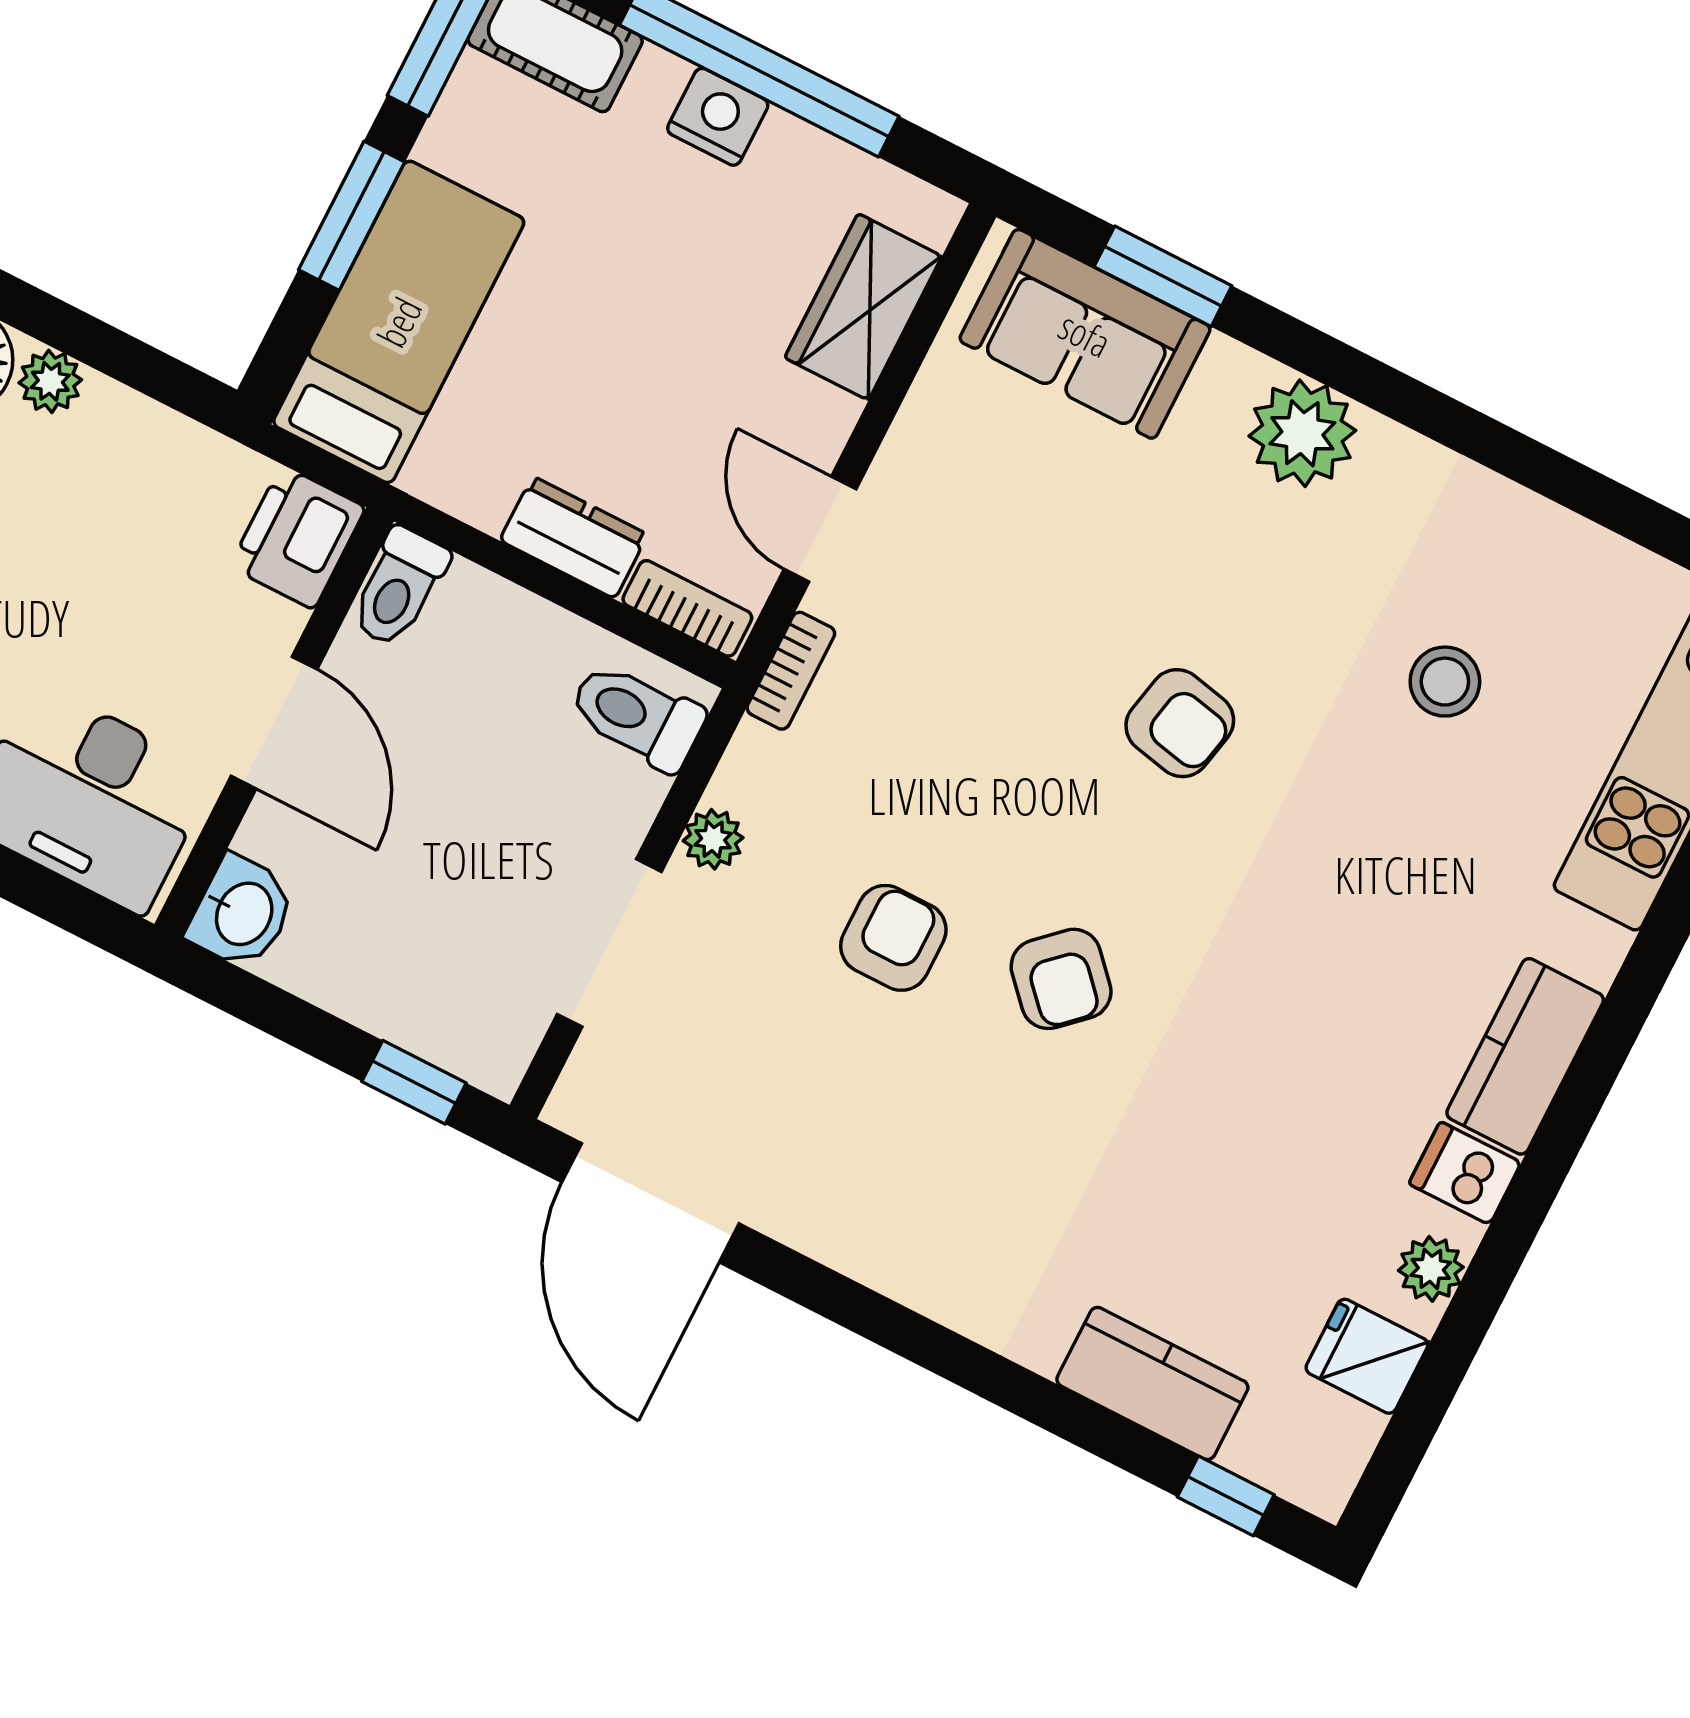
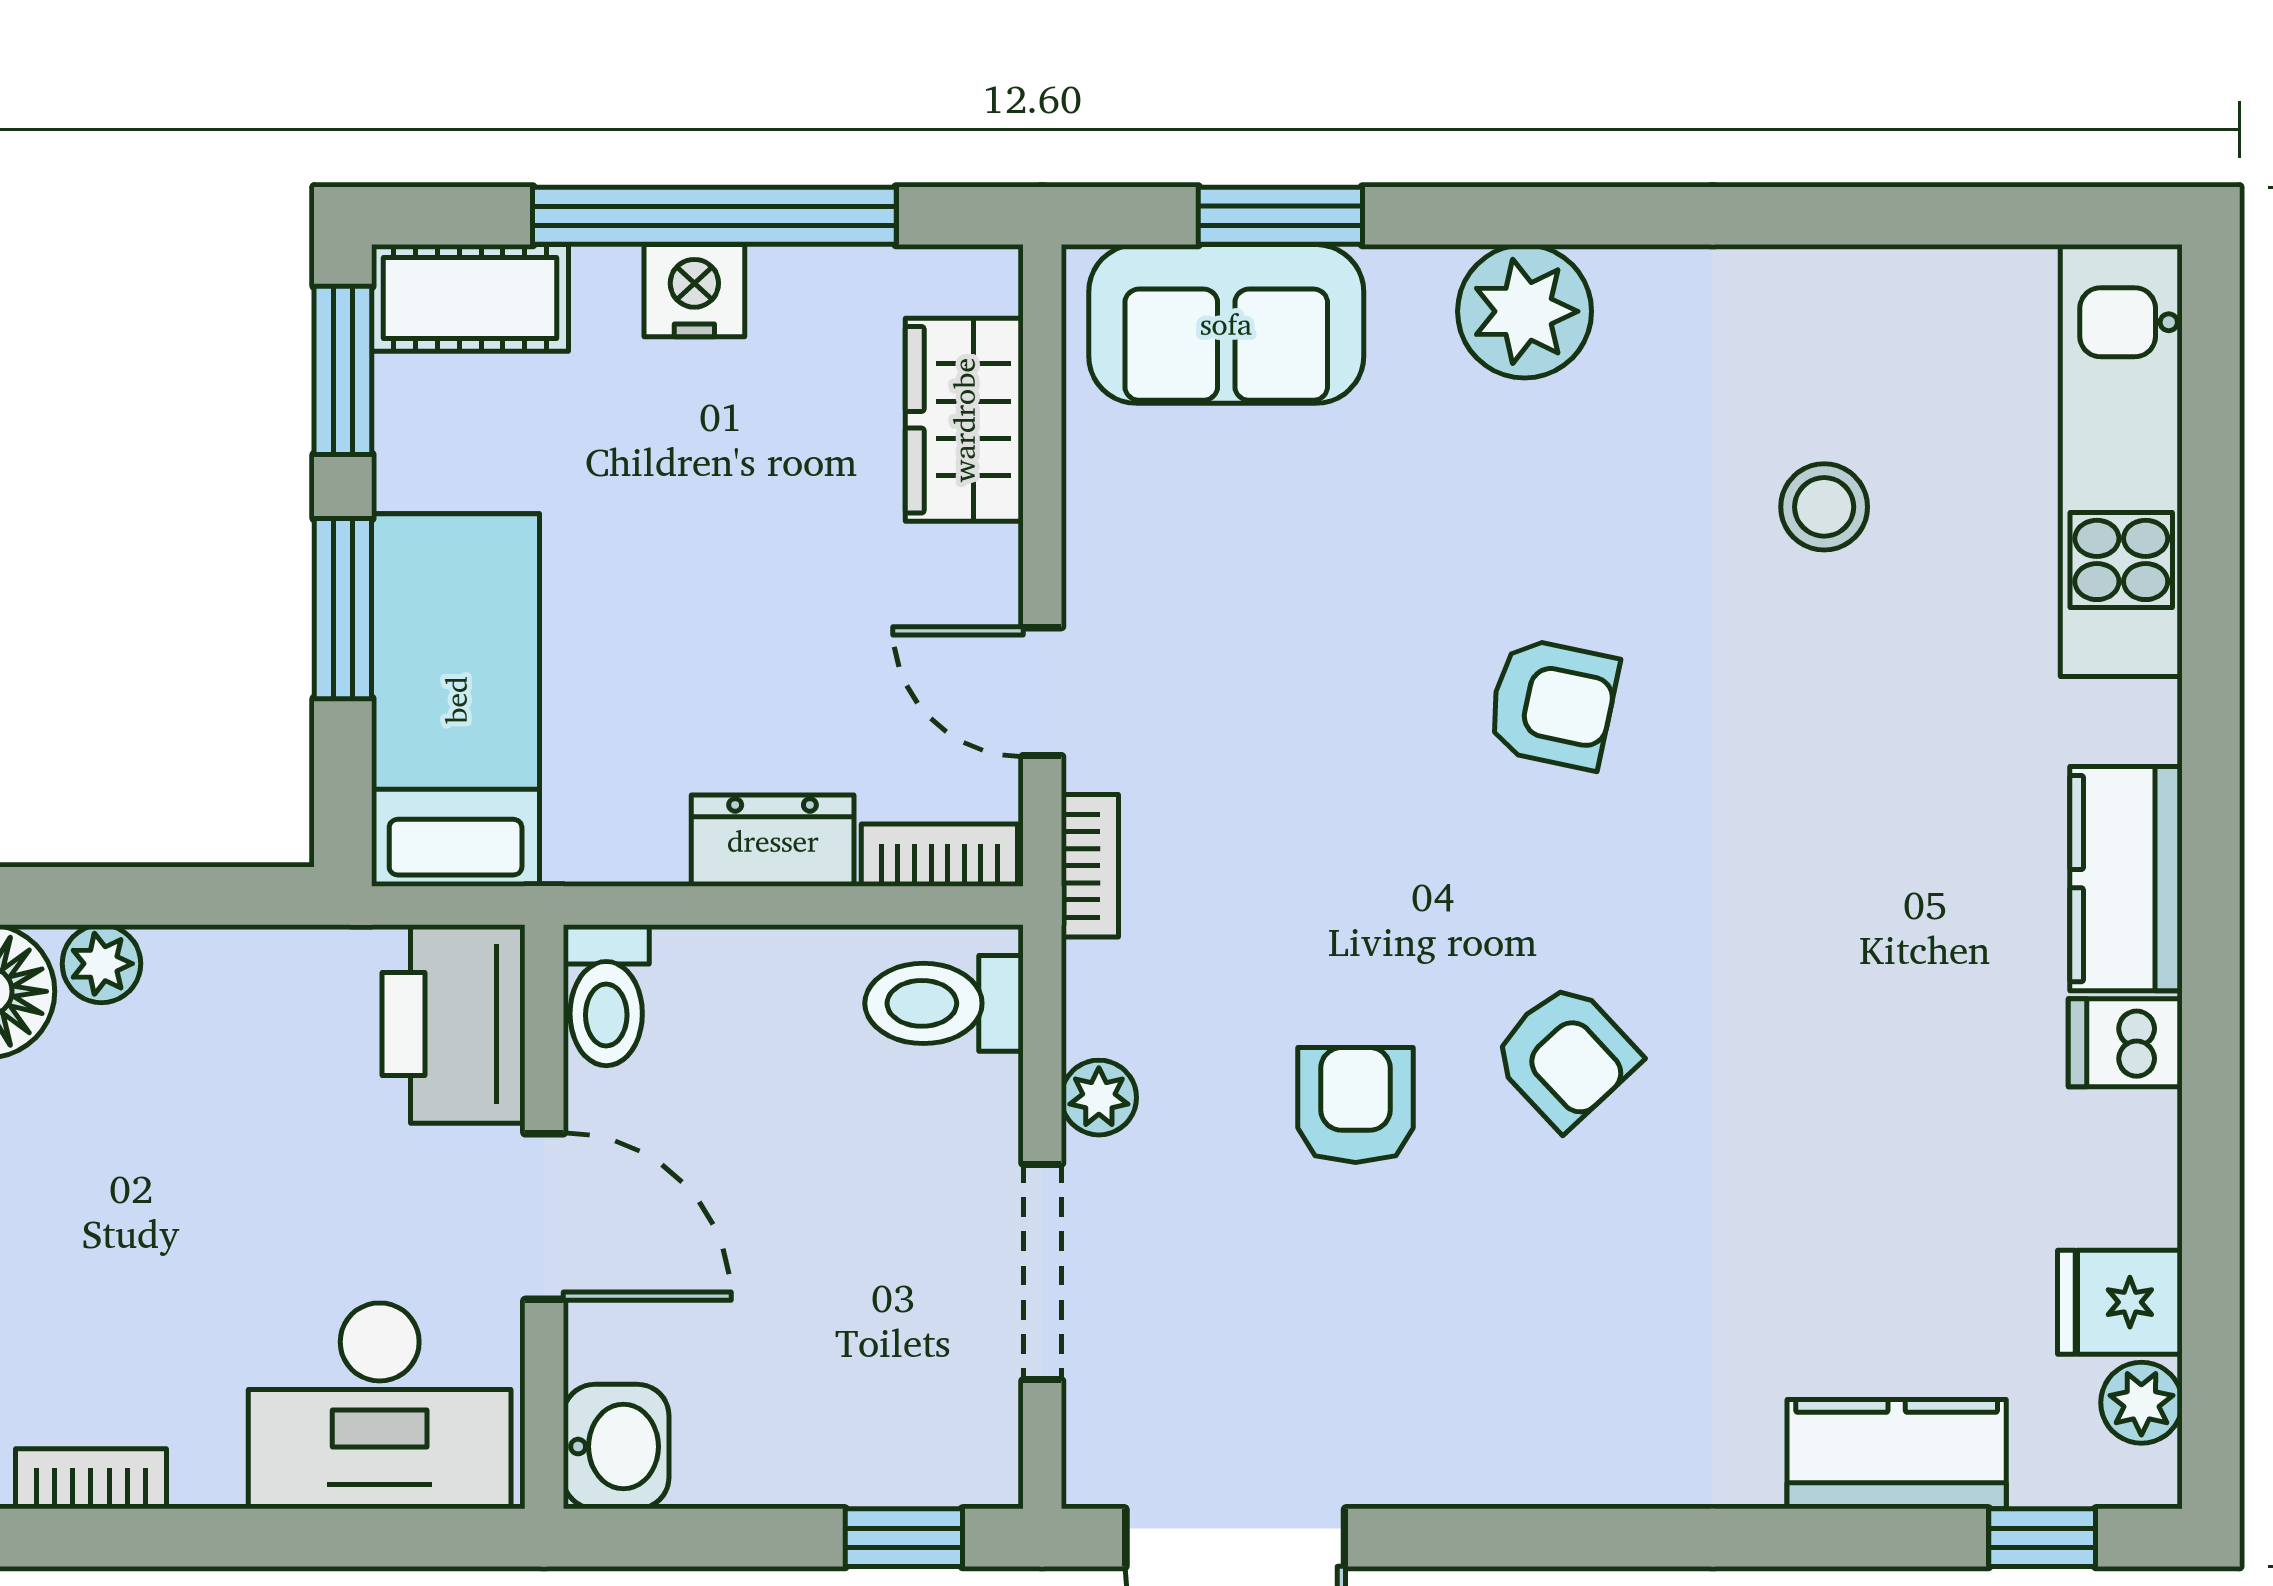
printer: (298, 537) -> (454, 1024), width x1.37, depth x1.19
plant: (1431, 1269) -> (2141, 1403), moved

